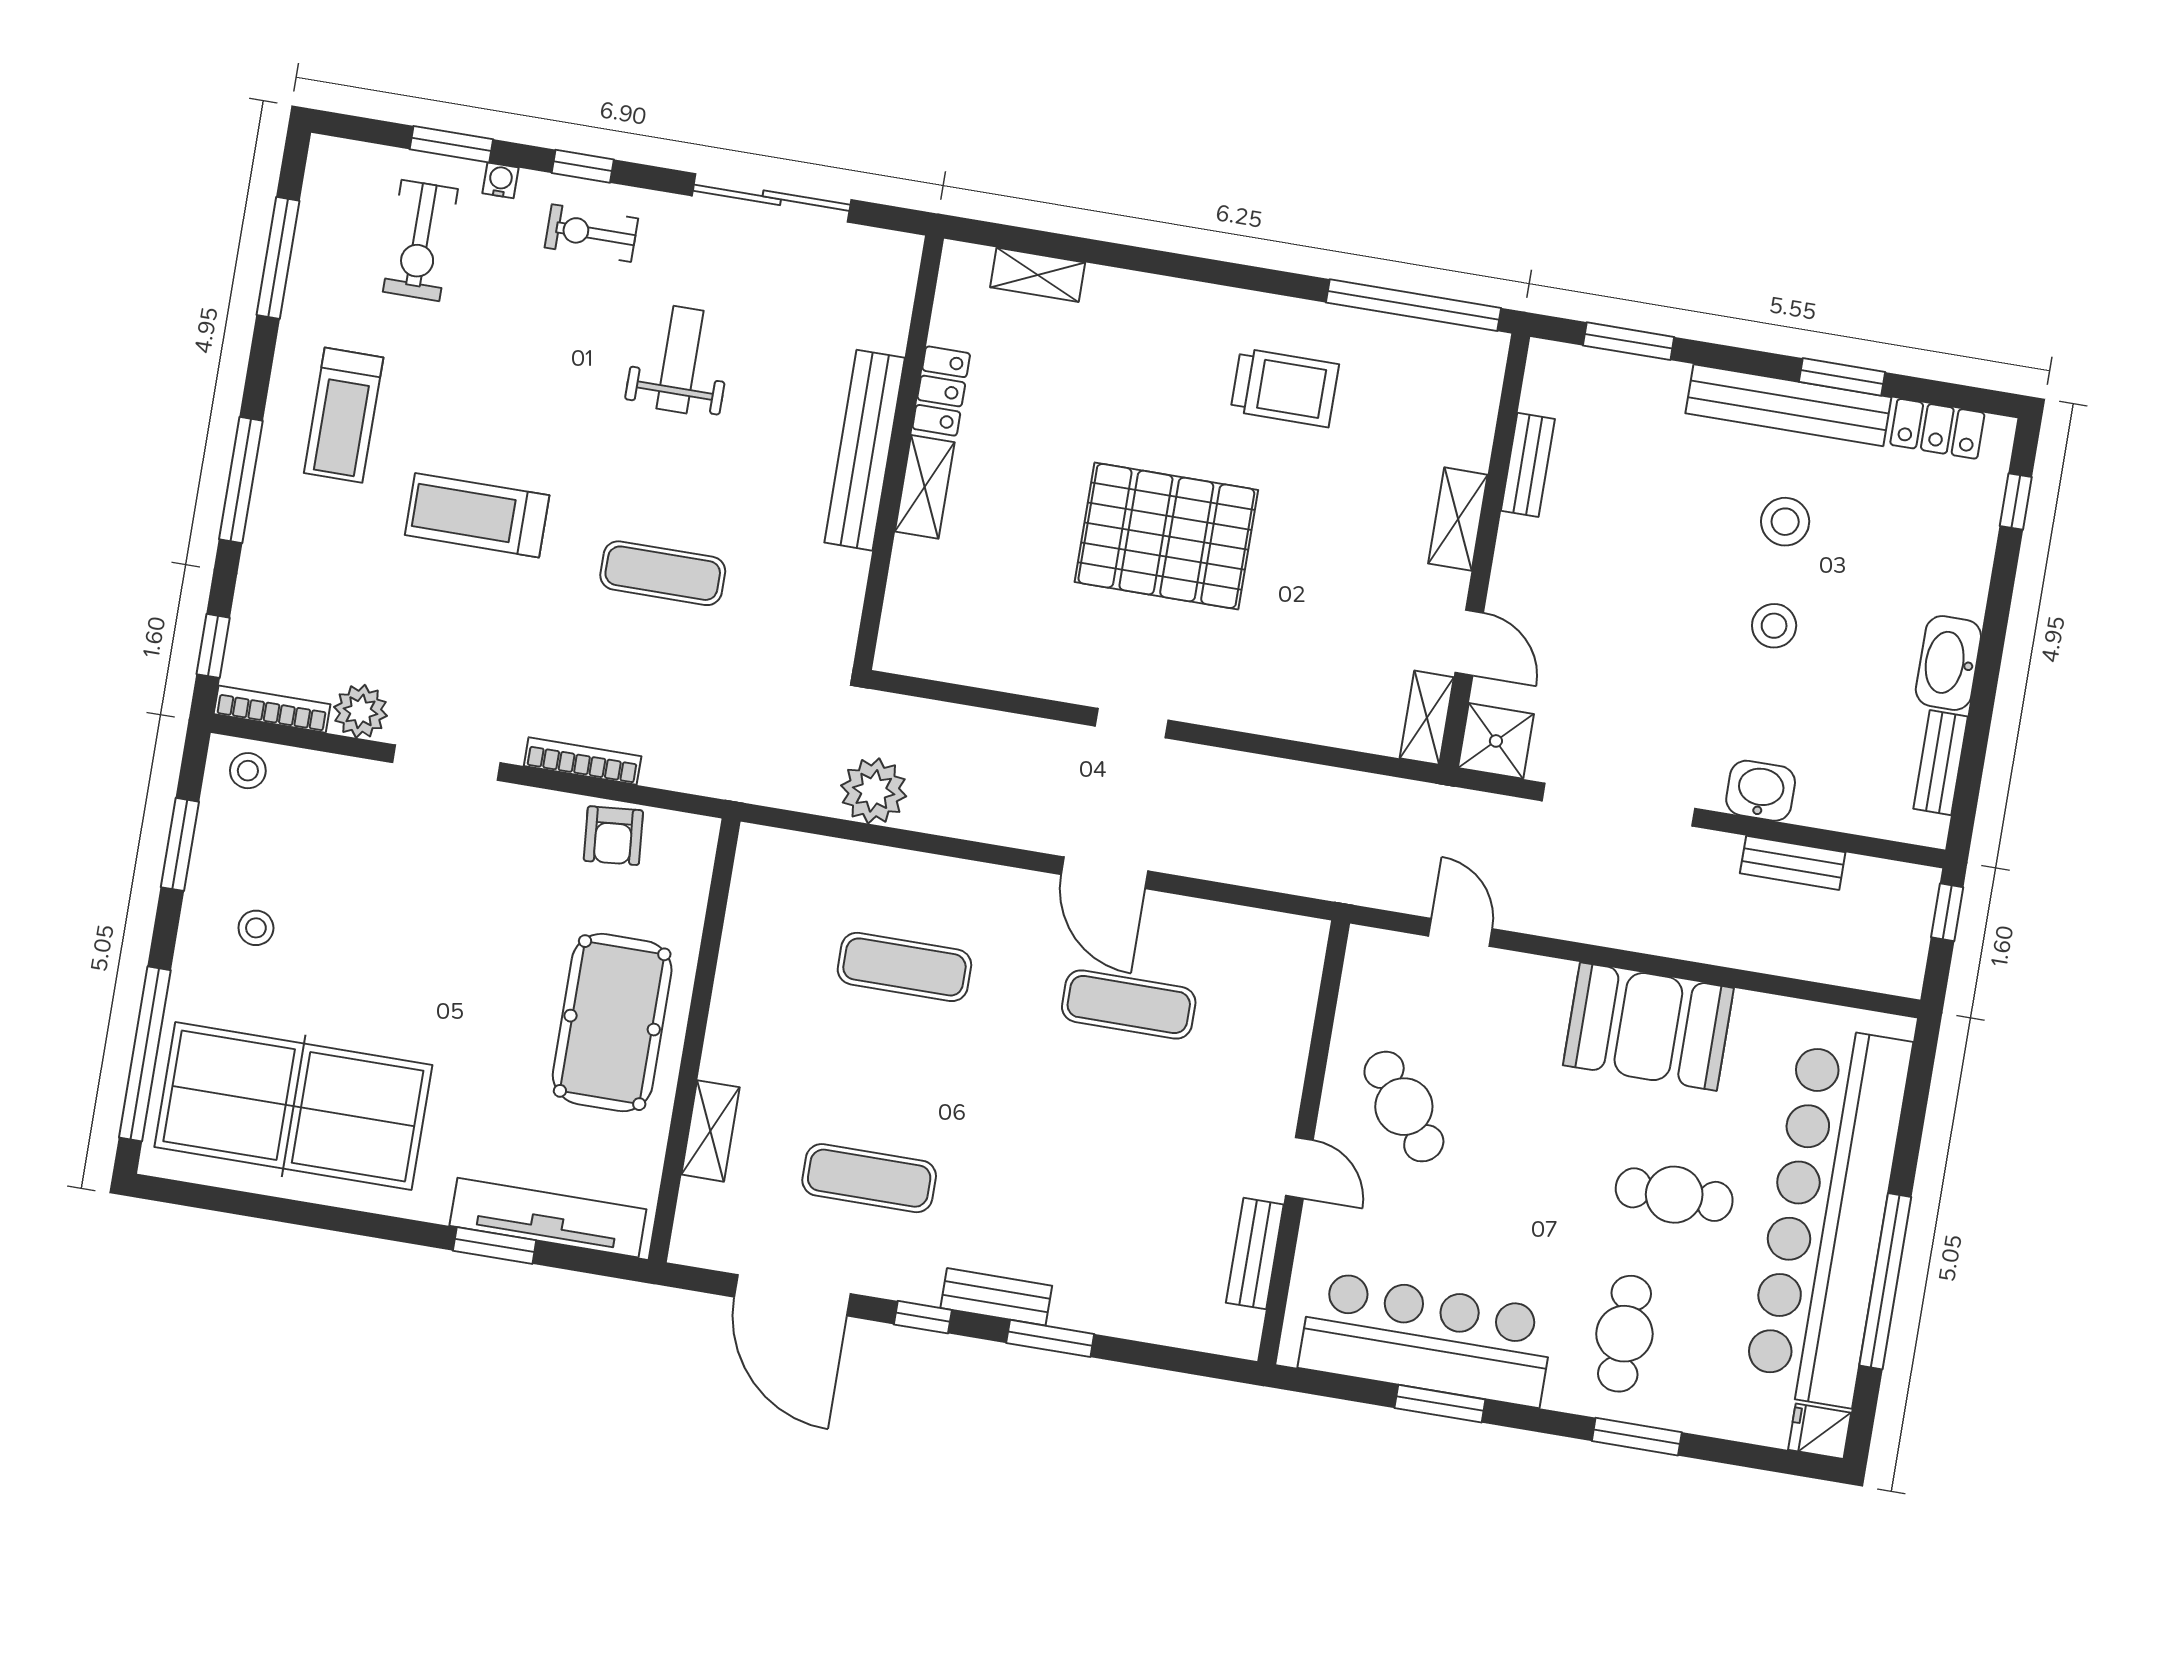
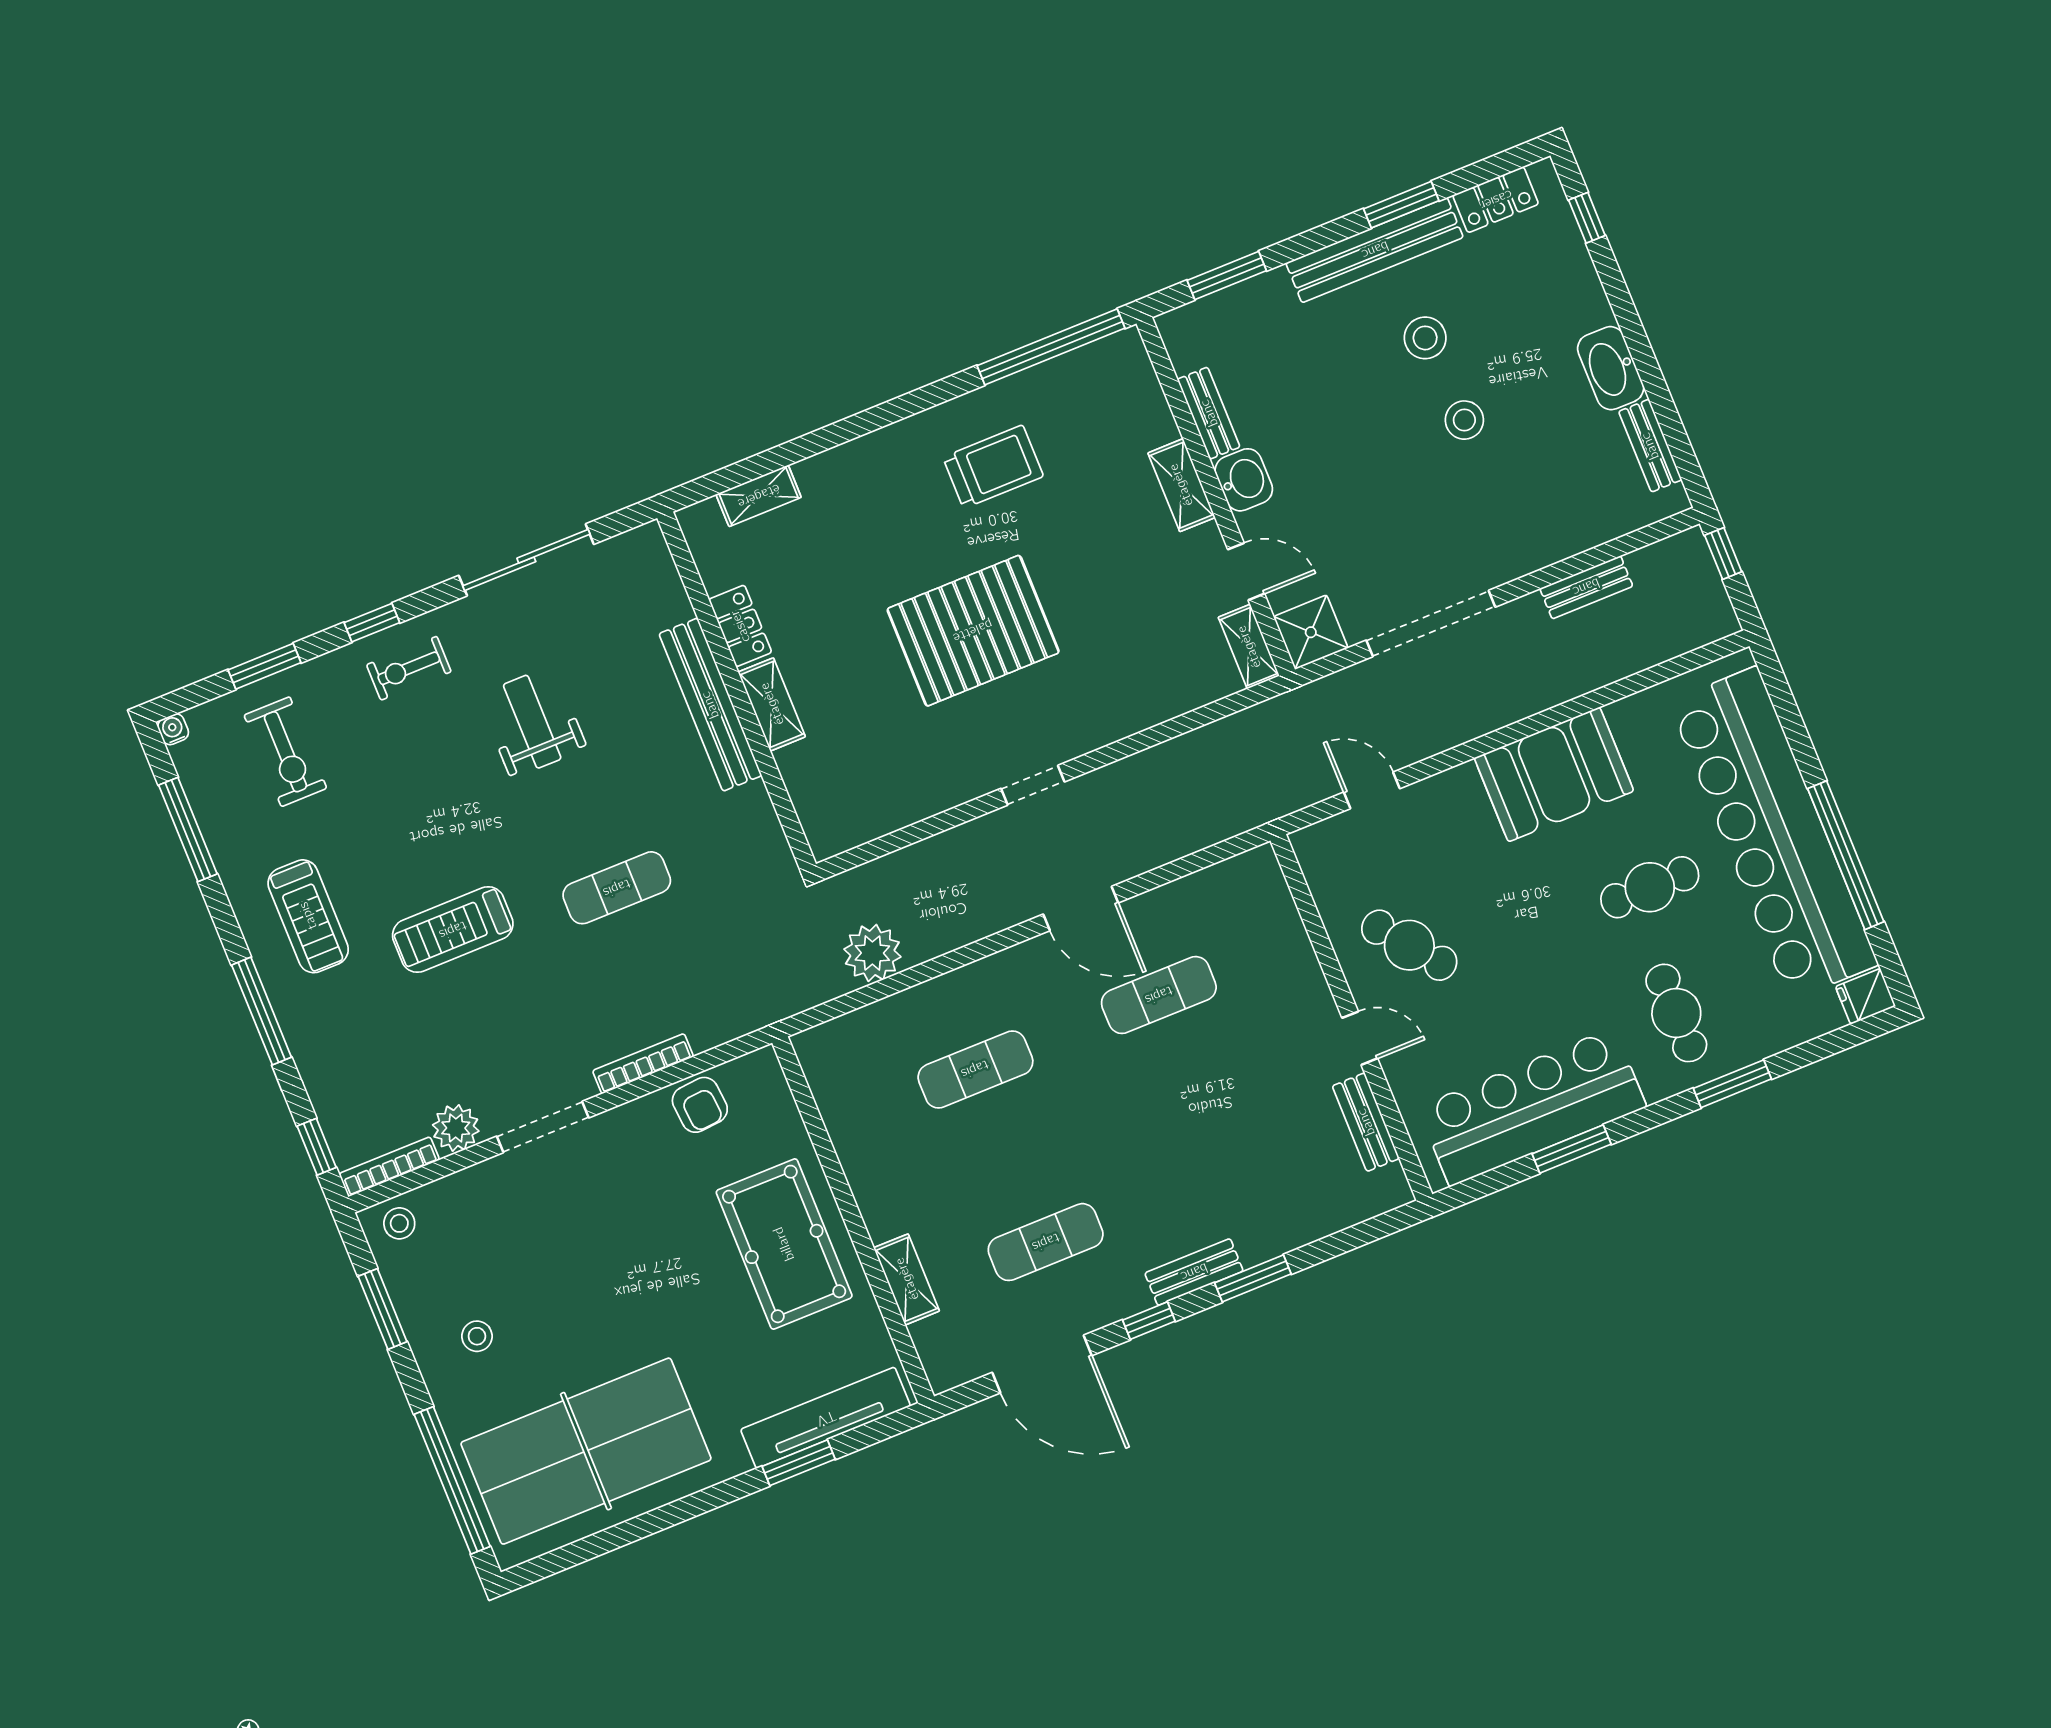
water cooler: (501, 180) -> (173, 729), moved
washbasin: (1761, 791) -> (1244, 480), moved, turned 90

